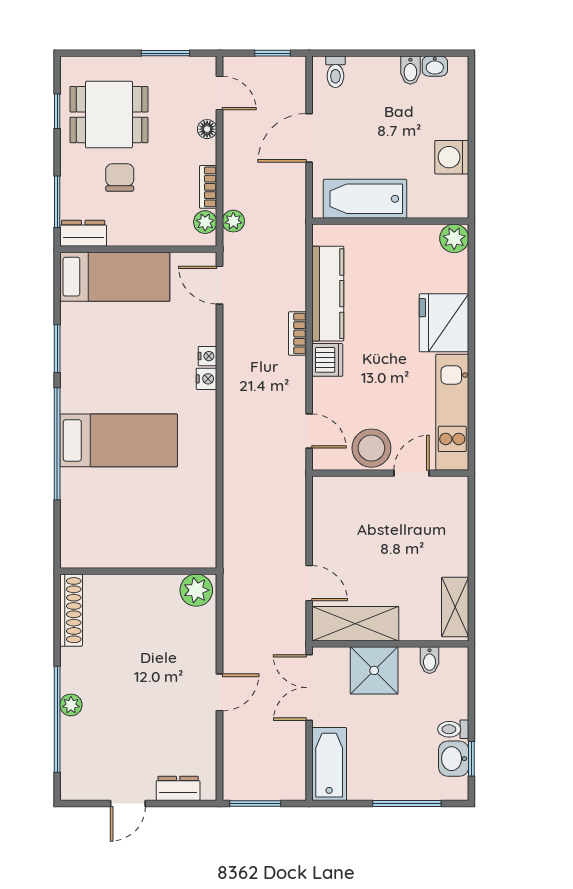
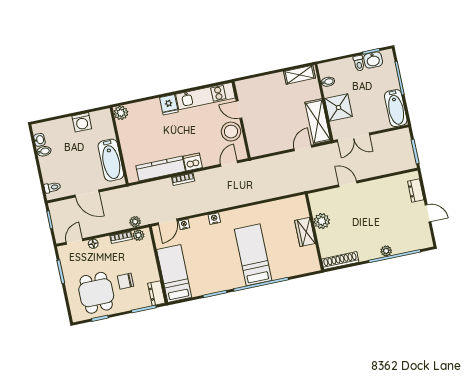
fridge: (444, 323) -> (169, 105), width x0.53, depth x0.75
nightstand: (207, 356) -> (184, 224), moved
wardrobe: (142, 553) -> (305, 232), added
plant: (196, 590) -> (322, 221), moved
door: (219, 692) -> (348, 184), moved
bathtub: (329, 764) -> (396, 108), moved, turned -90

